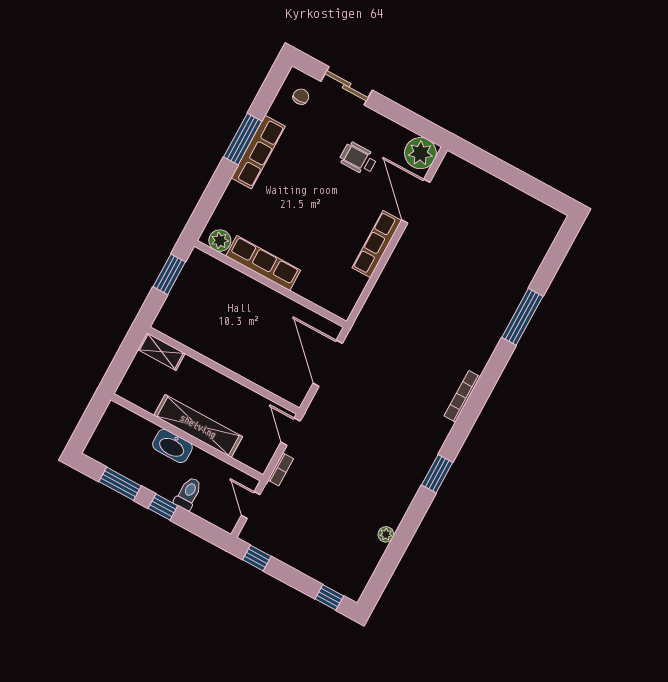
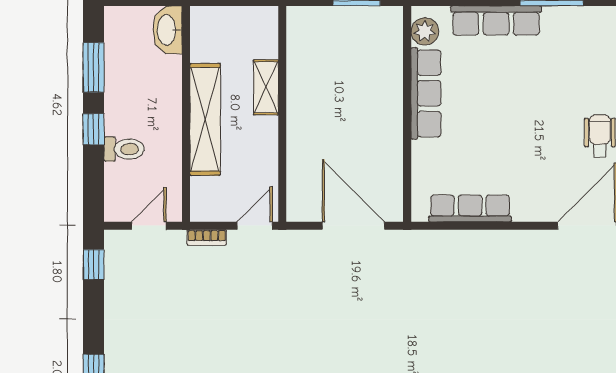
row of seats: (258, 152) -> (496, 21), moved
row of seats: (377, 244) -> (470, 208), moved
shelving: (161, 352) -> (266, 87), moved
door: (328, 363) -> (353, 226), hinge flipped
washbasin: (172, 446) -> (167, 30), moved

